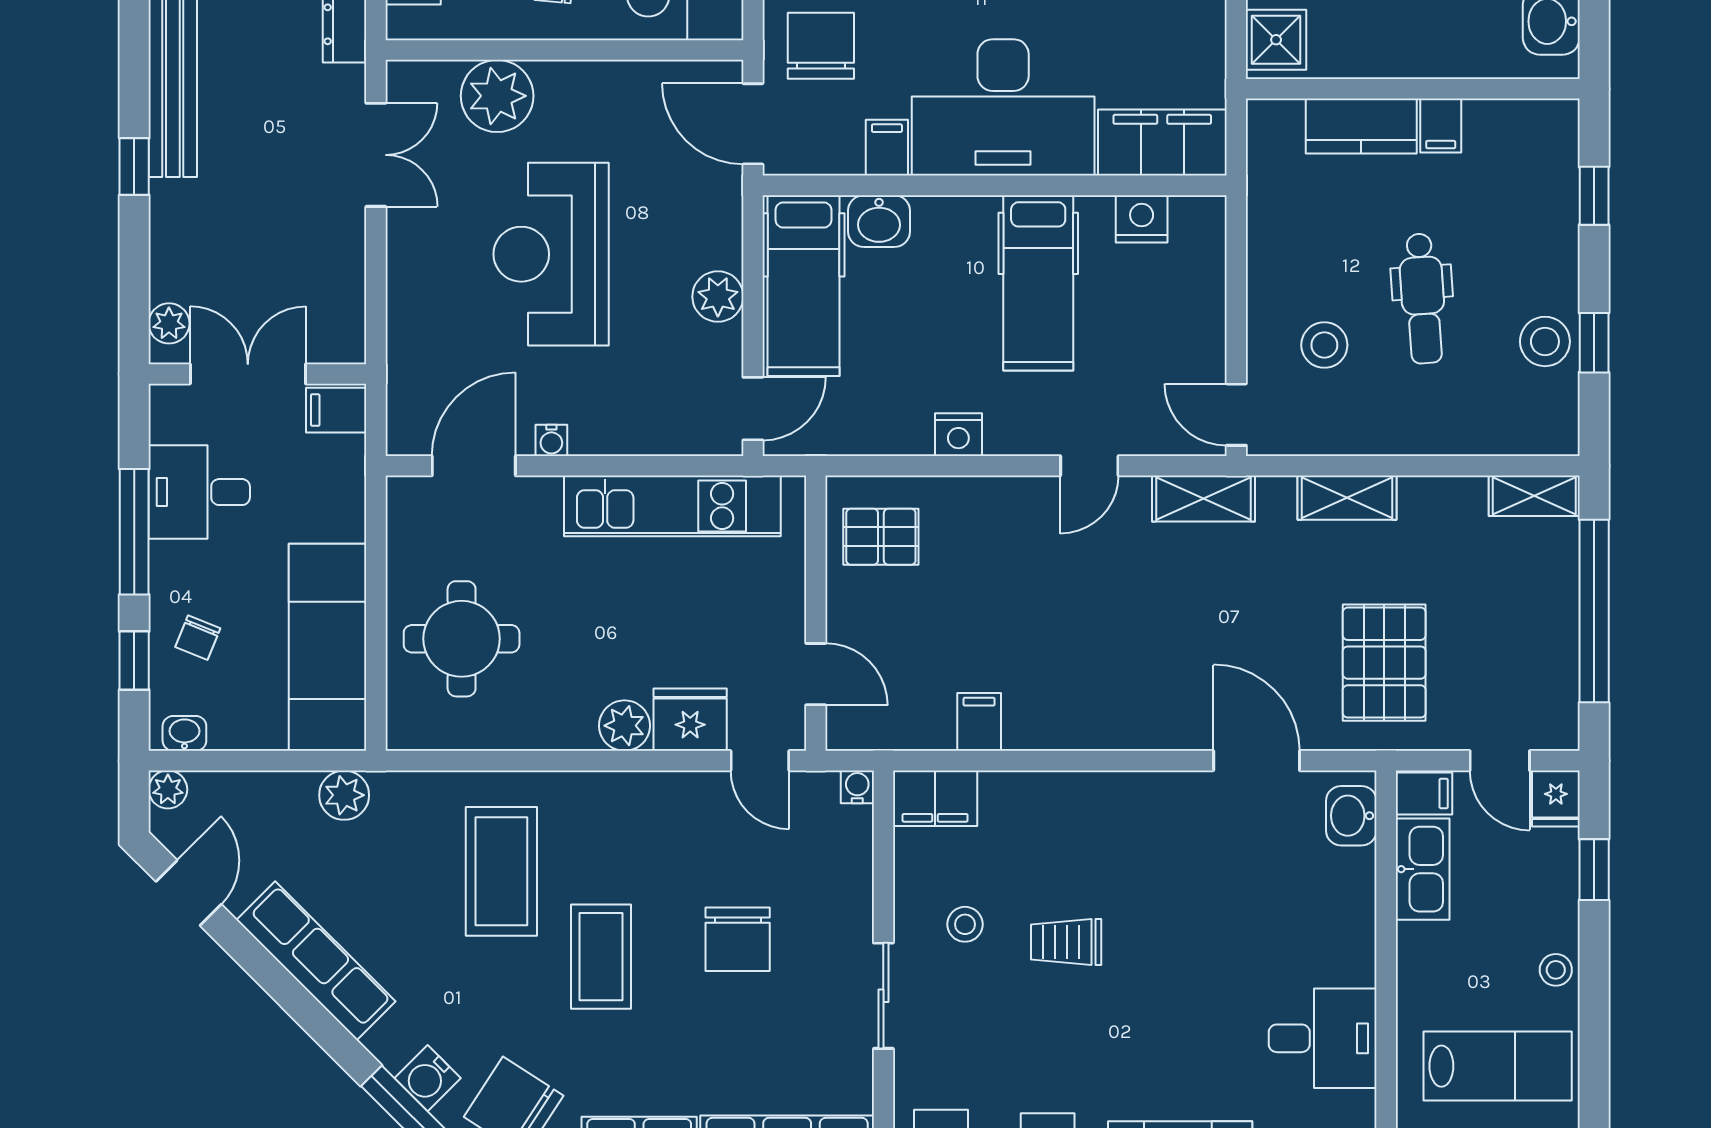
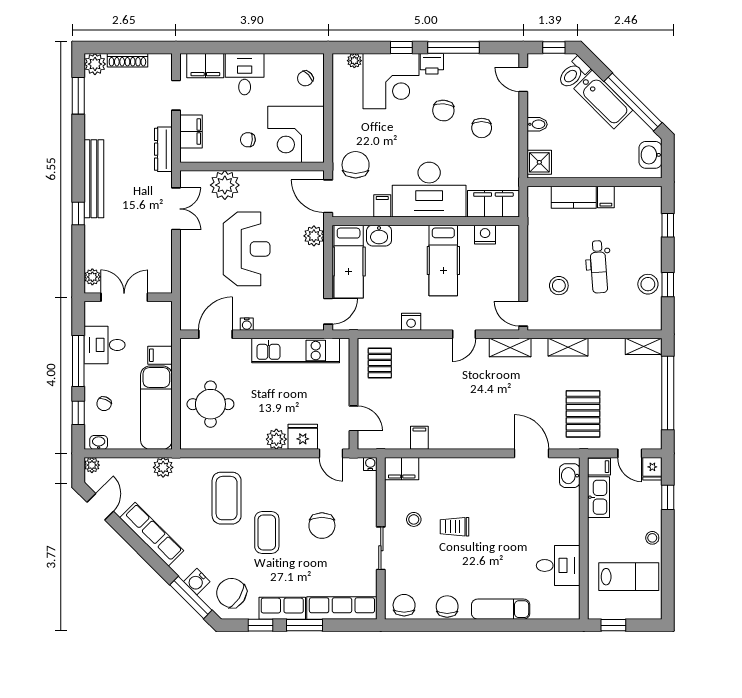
reception desk: (551, 254) -> (247, 249), turned 180
plant: (718, 297) -> (314, 236), moved
filing cabinet: (336, 410) -> (160, 355), moved
pallet: (881, 537) -> (380, 363), turned 90

